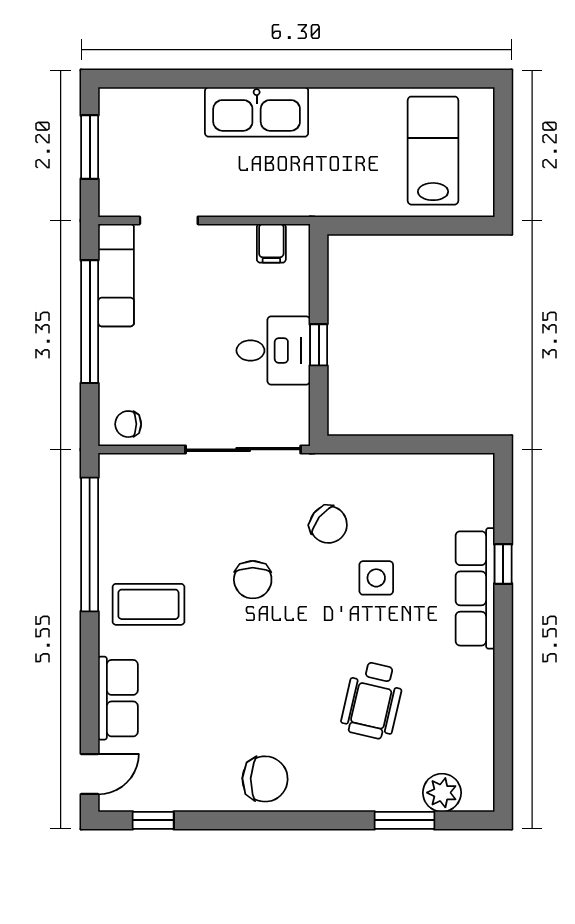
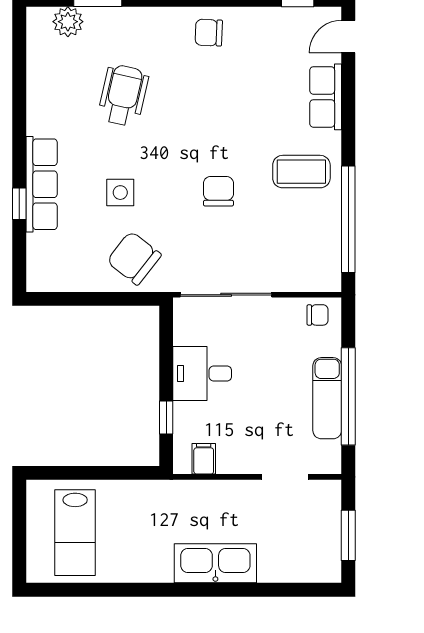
exam couch: (116, 275) -> (327, 398), moved
window: (319, 345) -> (166, 417), moved
chair: (328, 524) -> (134, 258), moved, width x1.37, depth x1.37
chair: (265, 779) -> (209, 33), width x0.73, depth x0.73

